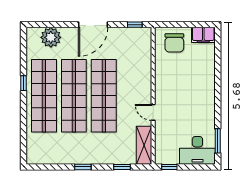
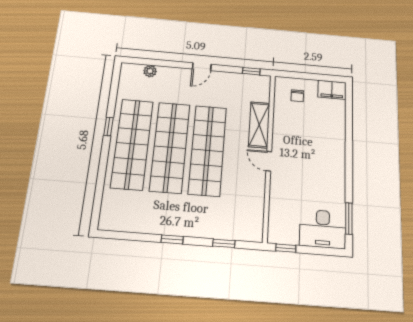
door: (93, 25) -> (202, 67), width x0.53
plant: (51, 37) -> (150, 71), width x0.53, depth x0.53
chair: (174, 43) -> (297, 96), width x0.54, depth x0.54
door: (153, 112) -> (269, 161), moved
shelving: (144, 145) -> (259, 125), moved

